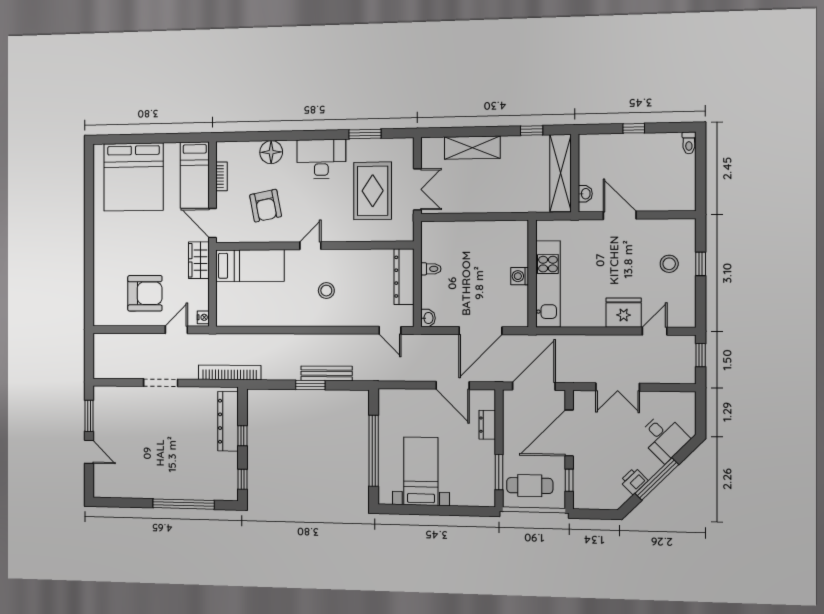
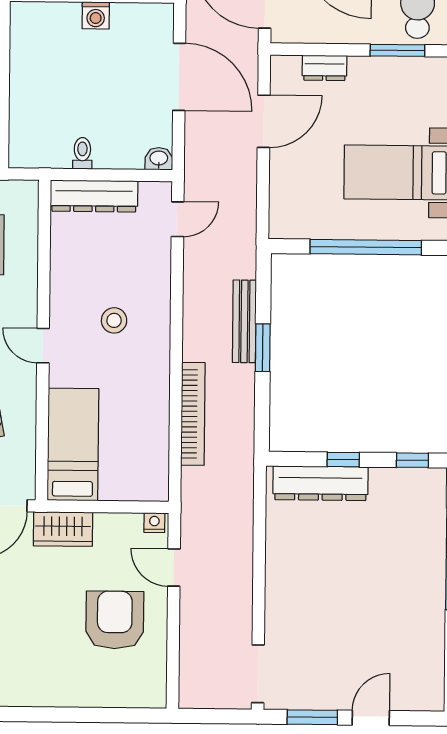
bookcase: (230, 372) -> (193, 414), moved, turned 180
doorway: (161, 383) -> (258, 674), moved

